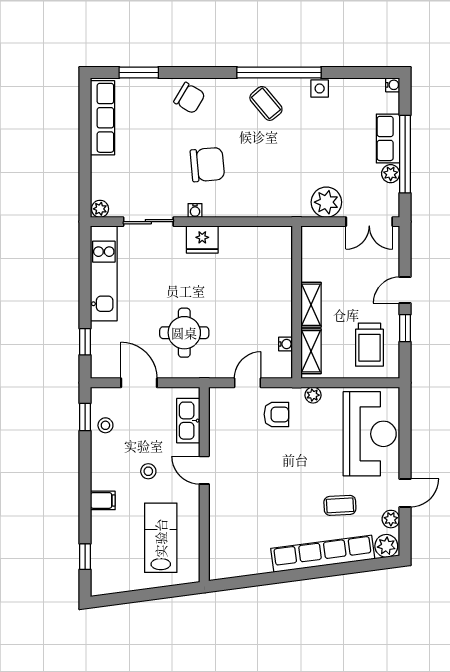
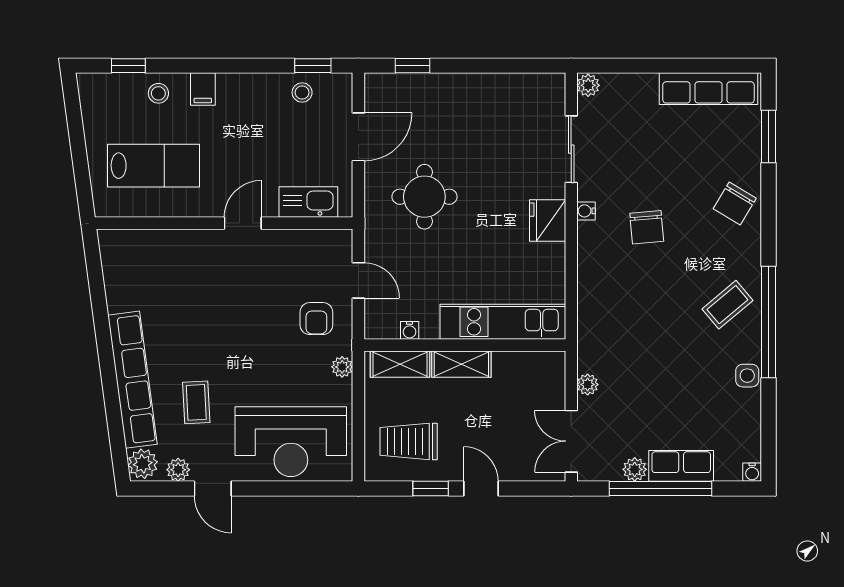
chair: (207, 165) -> (647, 227), width x0.73, depth x0.73
plant: (326, 202) -> (588, 384), width x0.53, depth x0.53
kitchen unit: (104, 273) -> (503, 322), moved, turned 180
stool: (148, 471) -> (158, 93), moved

